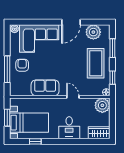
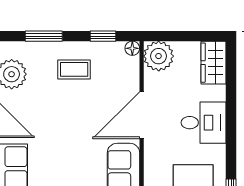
coffee table: (96, 63) -> (74, 69), width x0.54, depth x0.58
door: (73, 97) -> (142, 115), width x1.87

